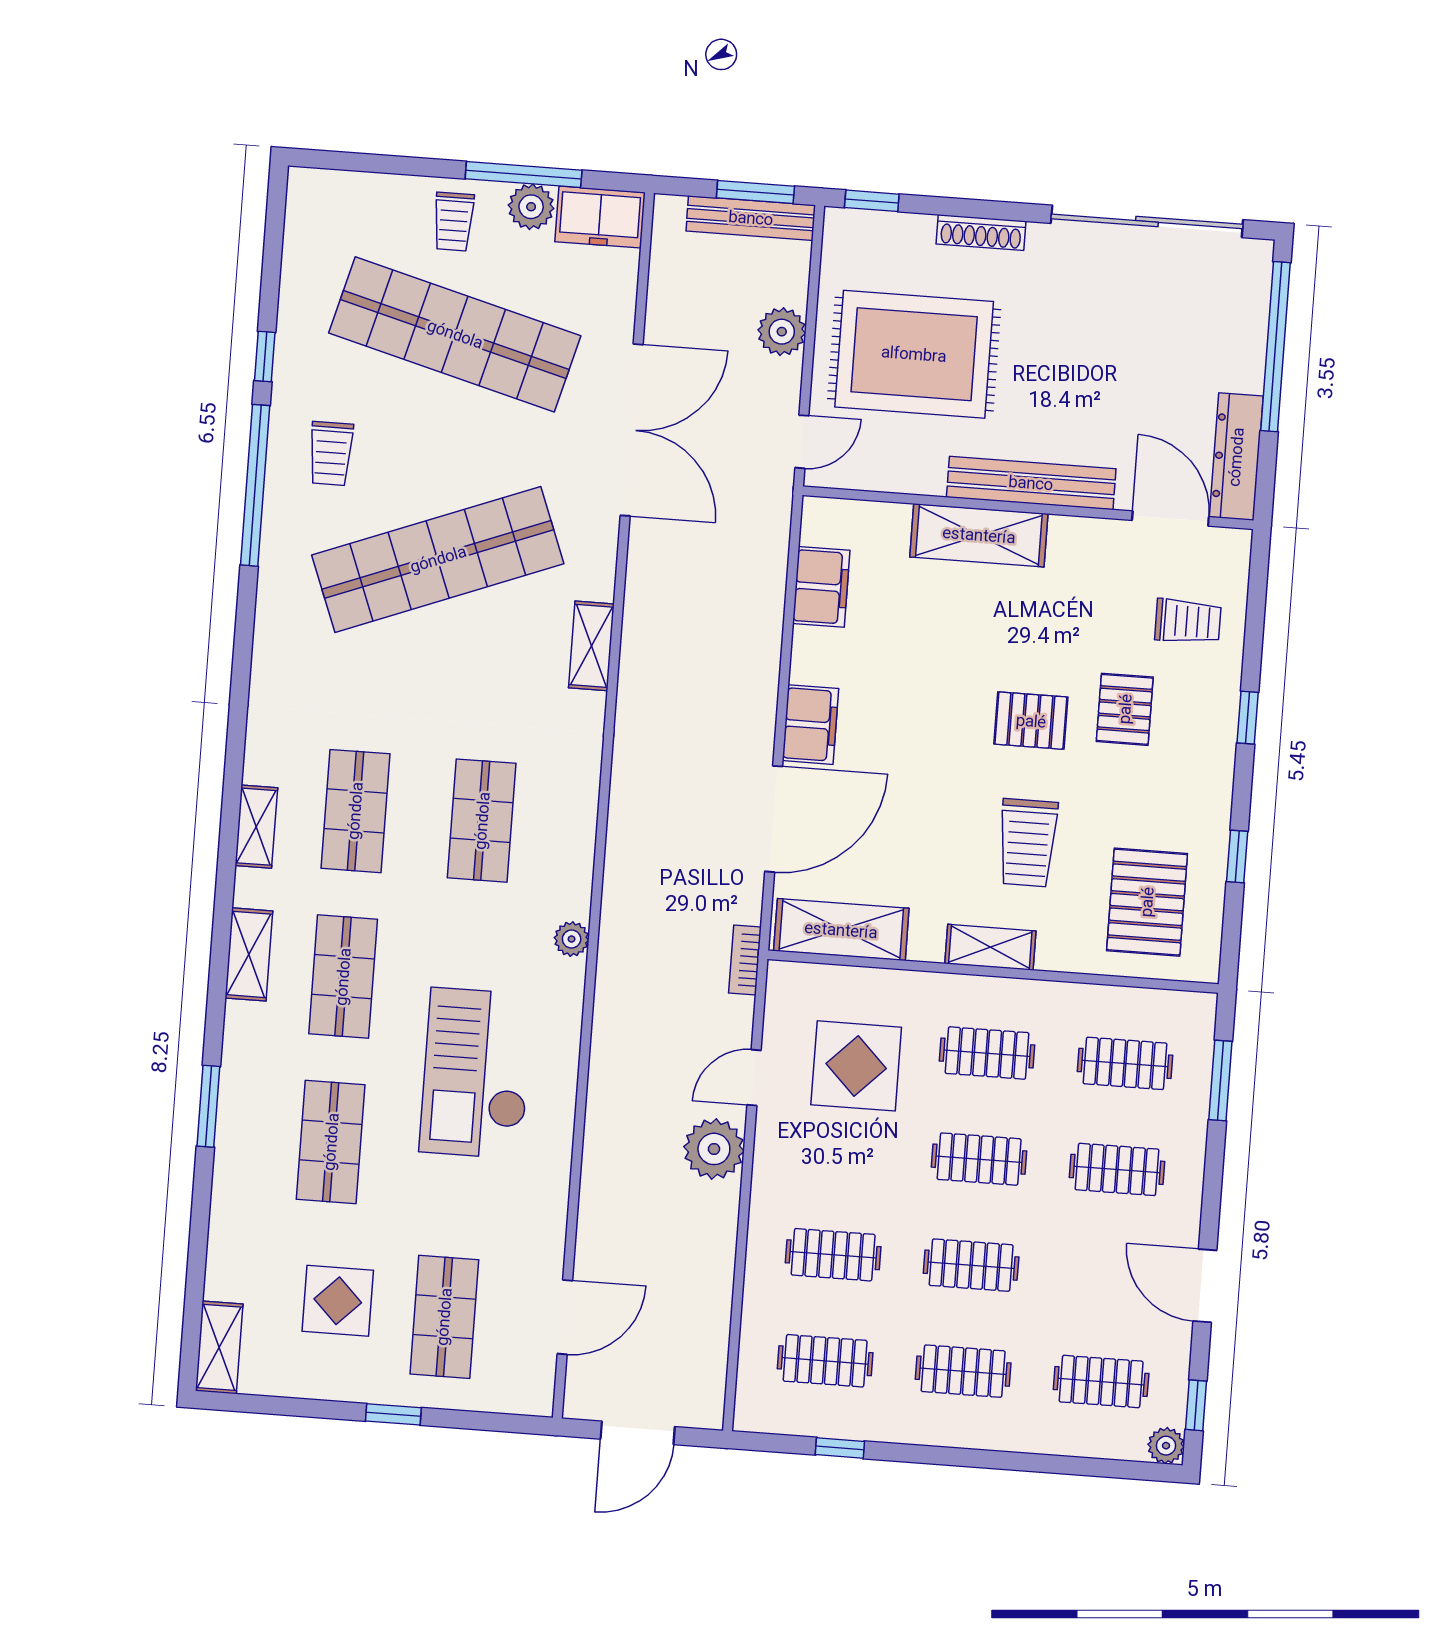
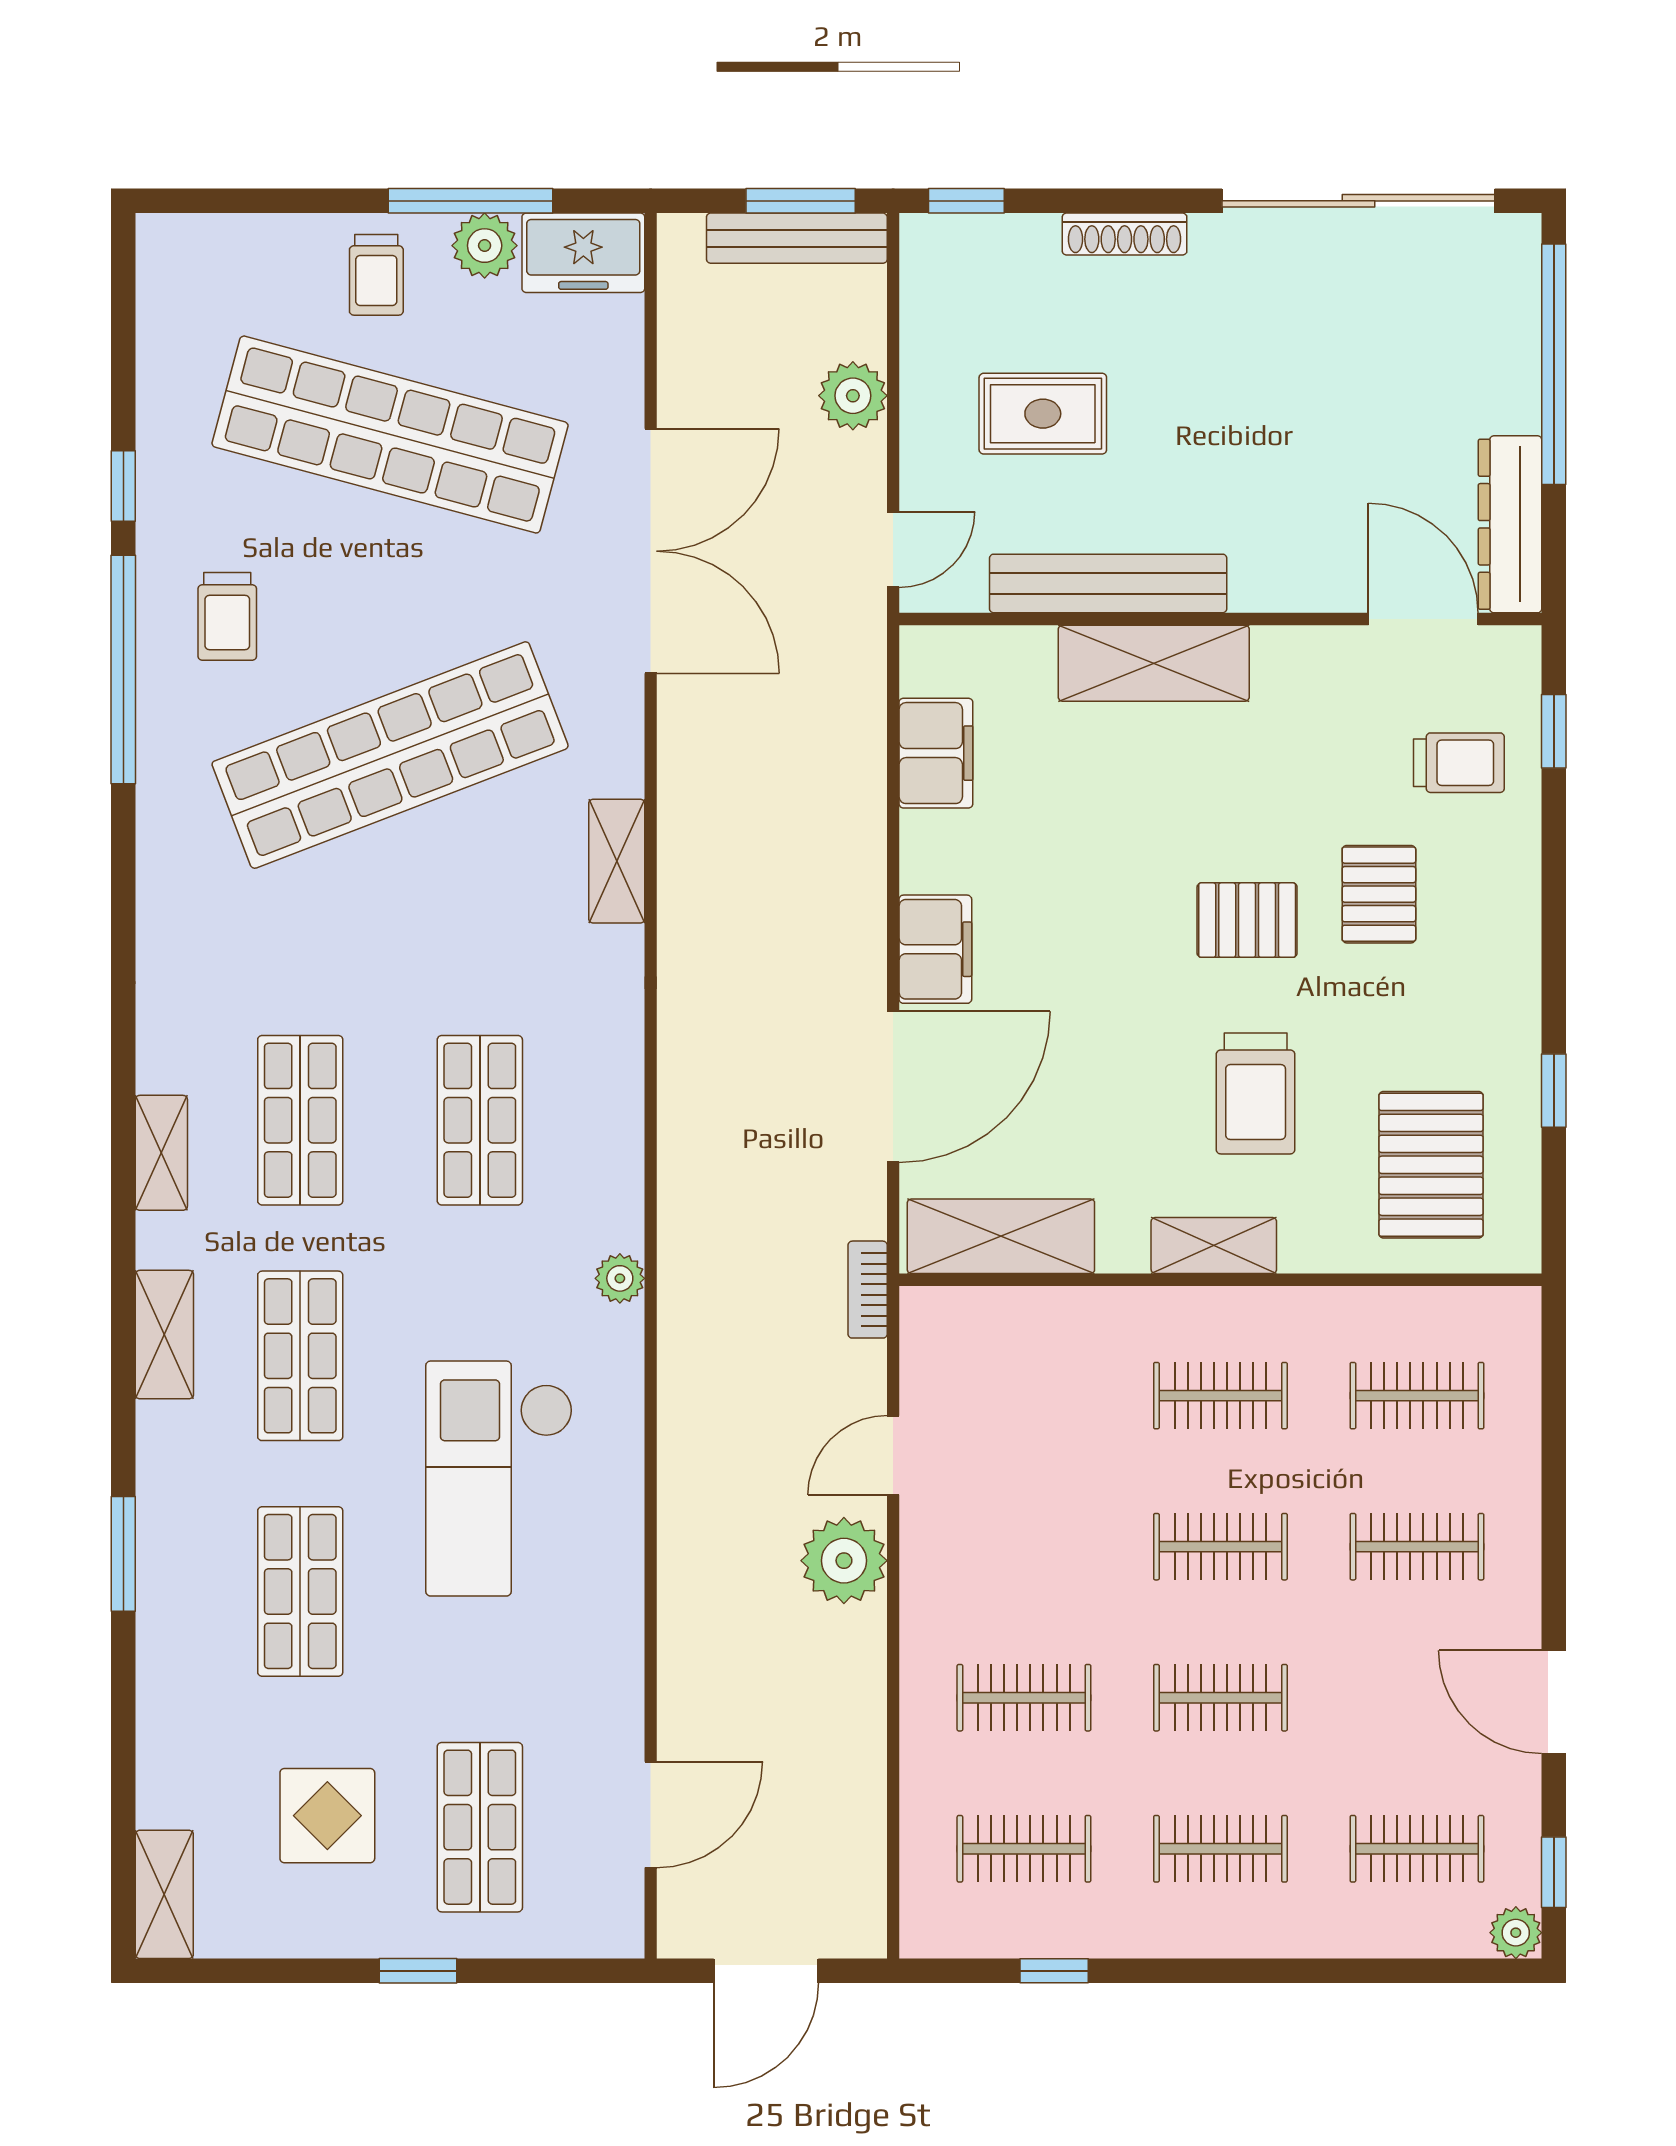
rug: (914, 354) -> (1043, 414), width x0.54, depth x0.49
bench: (1031, 483) -> (1108, 583), moved
window: (1248, 718) -> (1554, 731), moved
display table: (856, 1066) -> (1037, 1428), removed
window: (1220, 1080) -> (1554, 1410), removed

